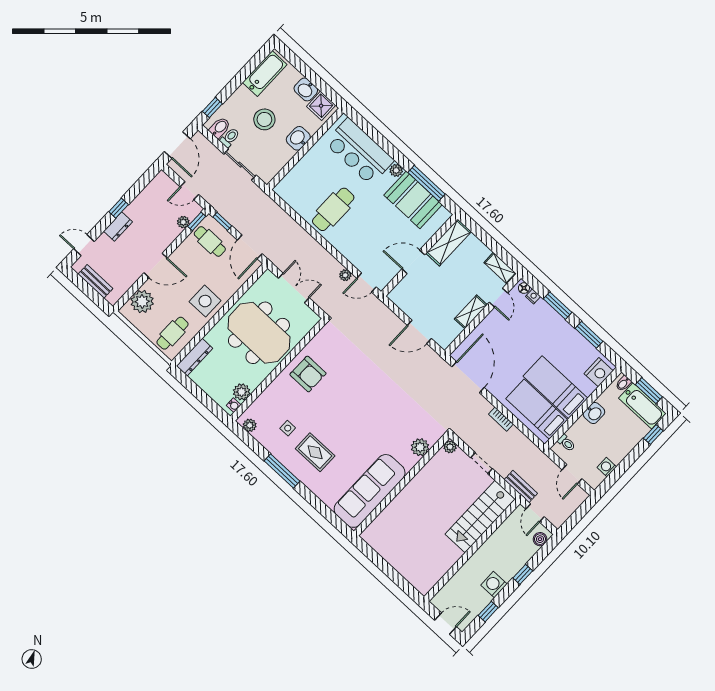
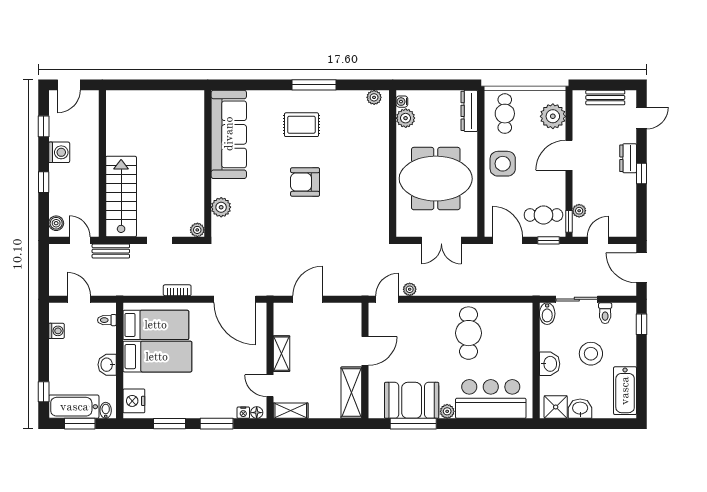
bidet: (220, 128) -> (547, 314), moved
armchair: (308, 374) -> (305, 182), moved
side table: (288, 428) -> (341, 124), removed

